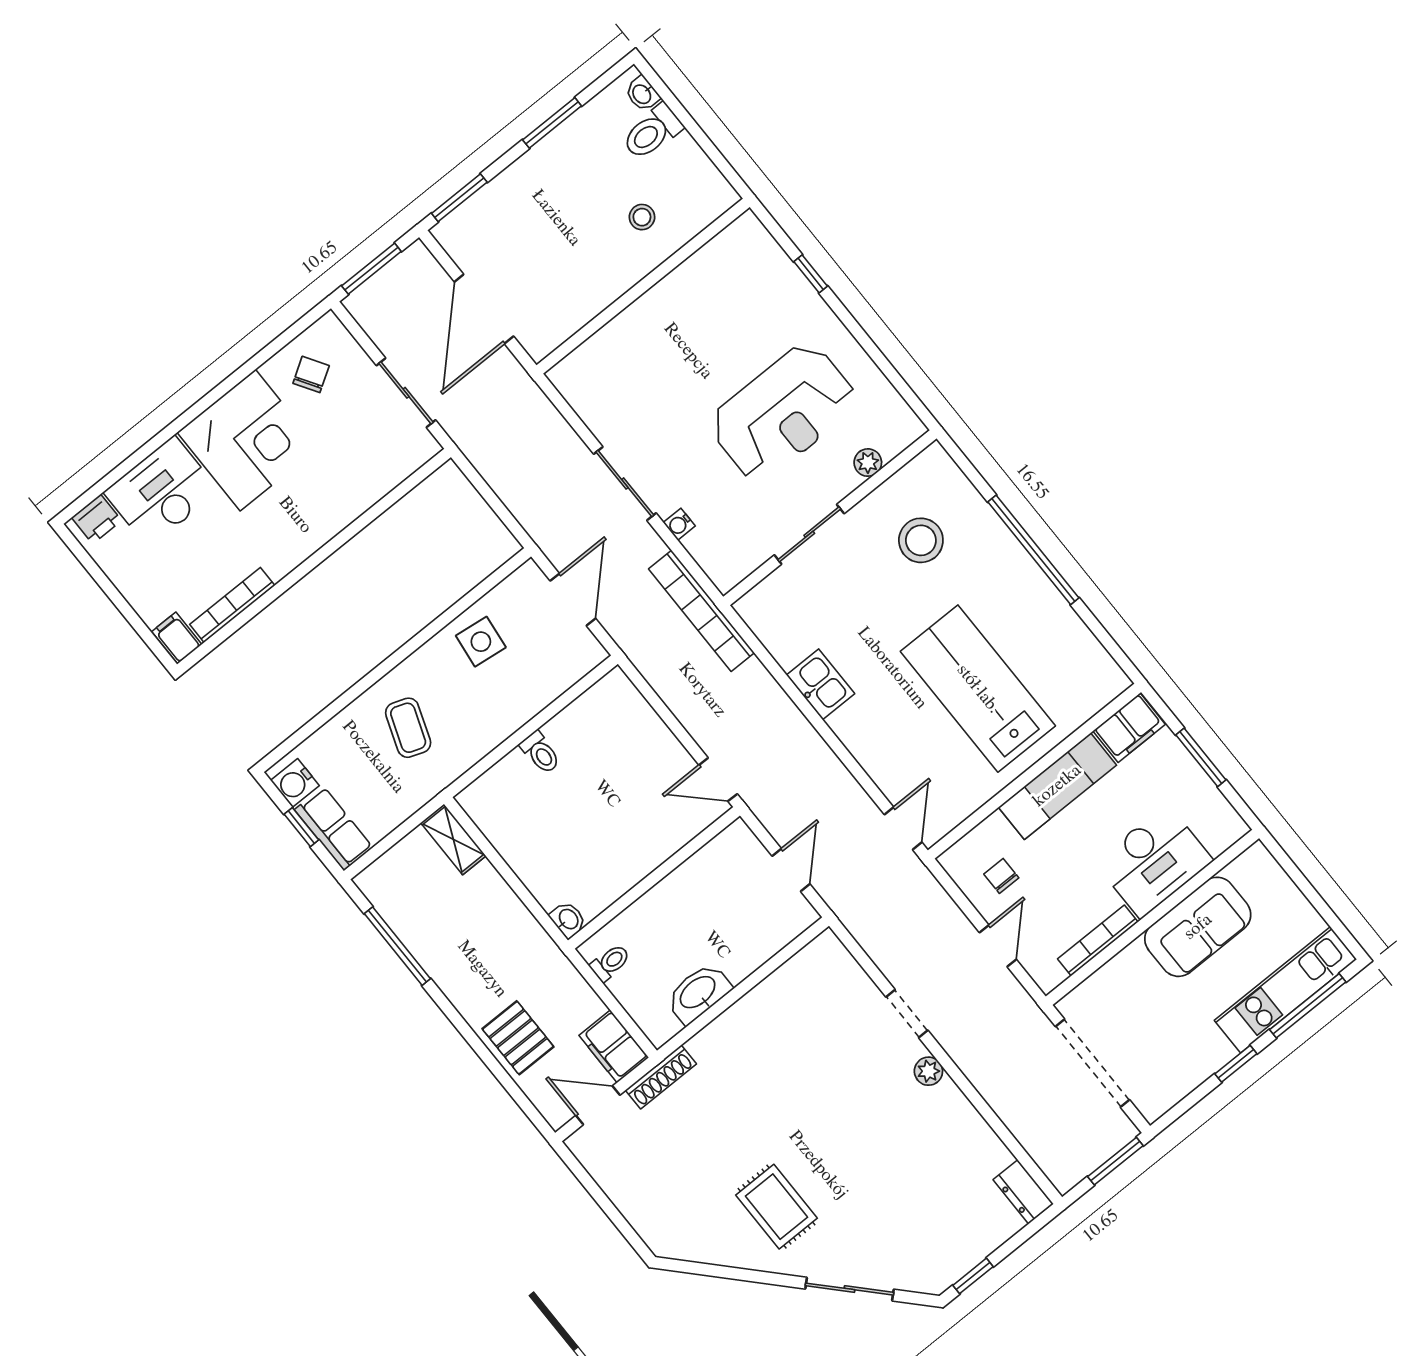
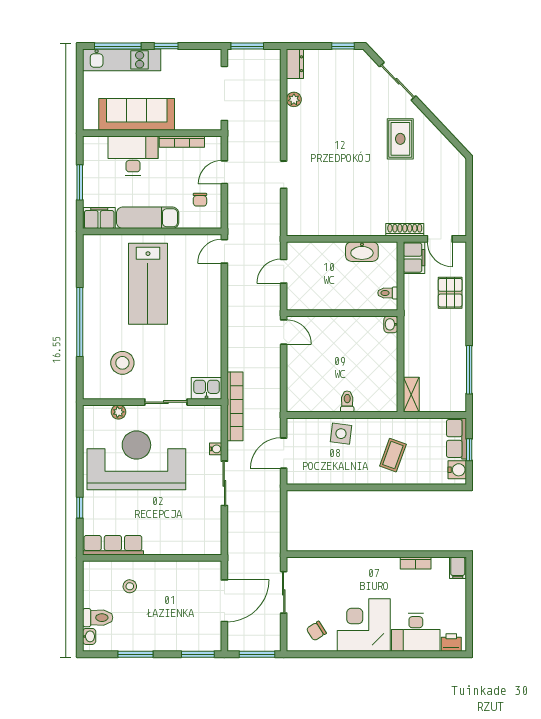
row of seats: (716, 258) -> (113, 545), added
reception desk: (783, 412) -> (136, 460), width x1.36, depth x1.30
bookcase: (232, 605) -> (416, 563), width x0.64
side table: (481, 642) -> (341, 434), moved
kitchen sink: (821, 684) -> (207, 388), moved, turned 90
sofa: (1198, 927) -> (137, 114), width x1.36
plant: (928, 1071) -> (294, 99), moved

